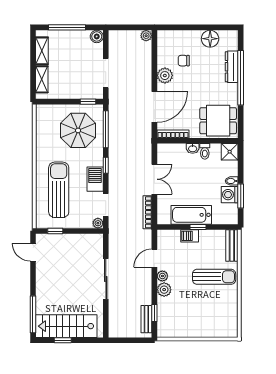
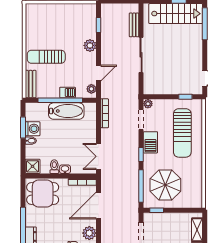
double door: (154, 179) -> (99, 156), moved
window: (198, 227) -> (60, 100), width x3.17
plant: (162, 276) -> (91, 89), moved
bench: (146, 319) -> (134, 25), moved

